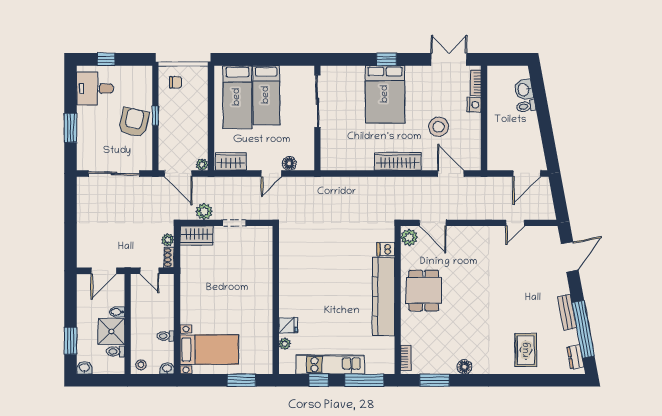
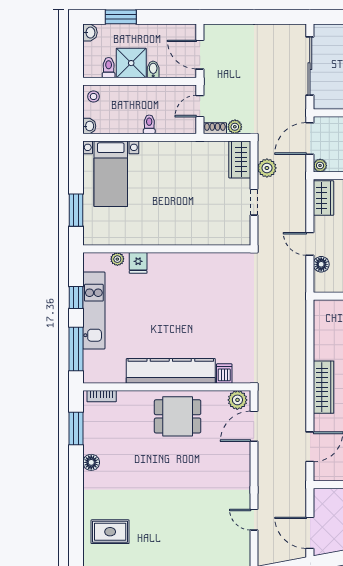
toilet: (166, 336) -> (149, 124), moved

